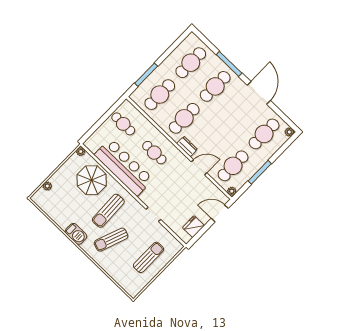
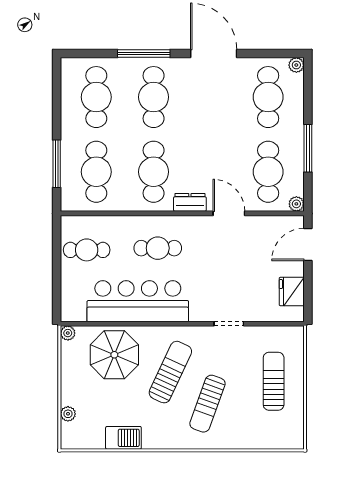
door: (199, 167) -> (229, 213), hinge flipped
sun lounger: (108, 211) -> (170, 372), turned -153
barbecue: (76, 234) -> (123, 438), moved

